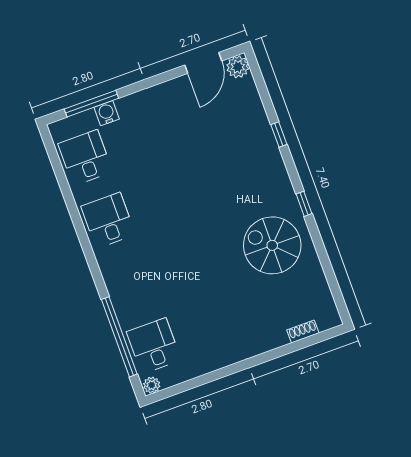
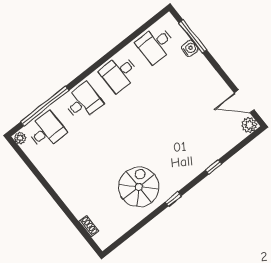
desk: (85, 158) -> (156, 44), turned 180
desk: (108, 220) -> (119, 73), turned 180
desk: (131, 283) -> (83, 102), added

